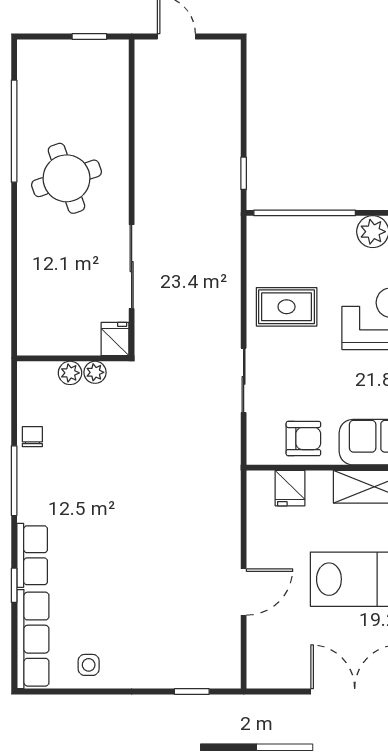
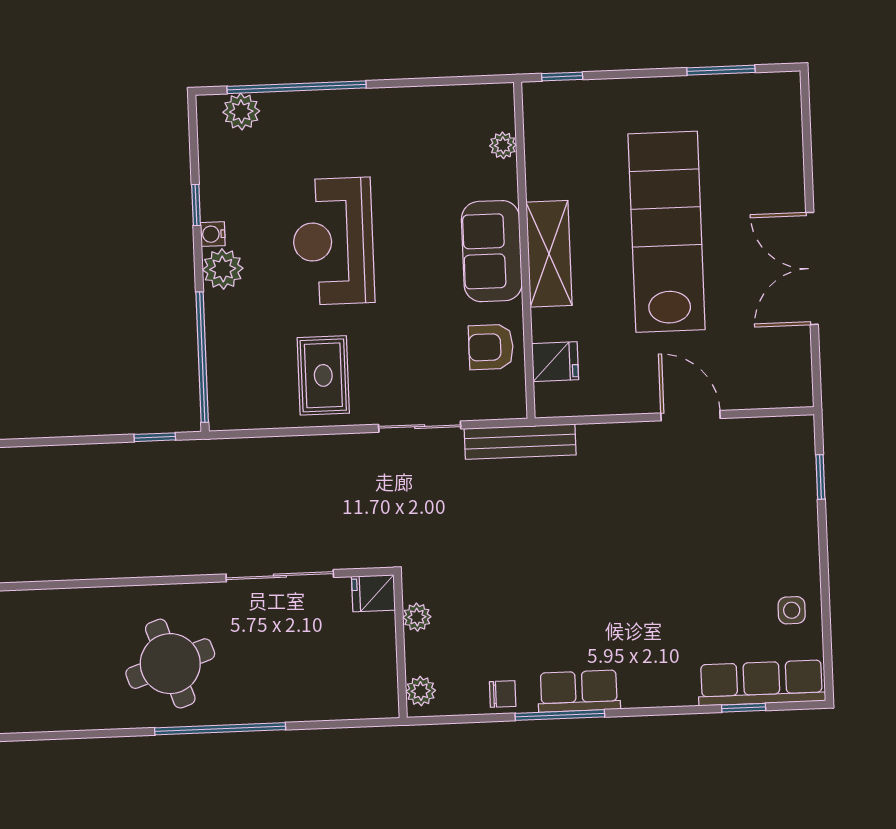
window: (14, 131) -> (220, 729), moved
plant: (70, 373) -> (421, 691), moved
chair: (32, 437) -> (503, 694), turned 180
armchair: (303, 439) -> (491, 347), turned -90
bench: (229, 458) -> (520, 442), added
row of seats: (32, 555) -> (579, 691), moved
window: (14, 585) -> (744, 708), moved

